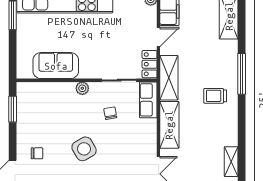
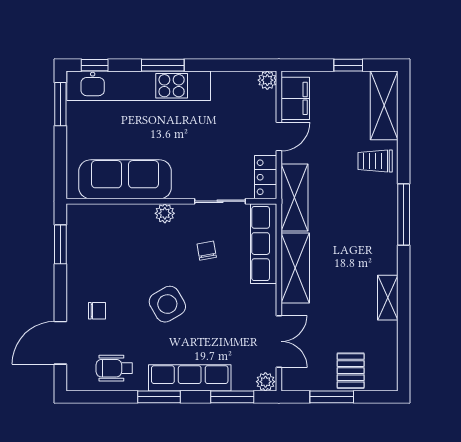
sofa: (56, 66) -> (125, 179), width x1.36
window: (242, 74) -> (404, 214), moved
trolley: (215, 96) -> (375, 161), moved
row of seats: (148, 100) -> (264, 244), width x1.48
shelving: (231, 162) -> (388, 298), moved

